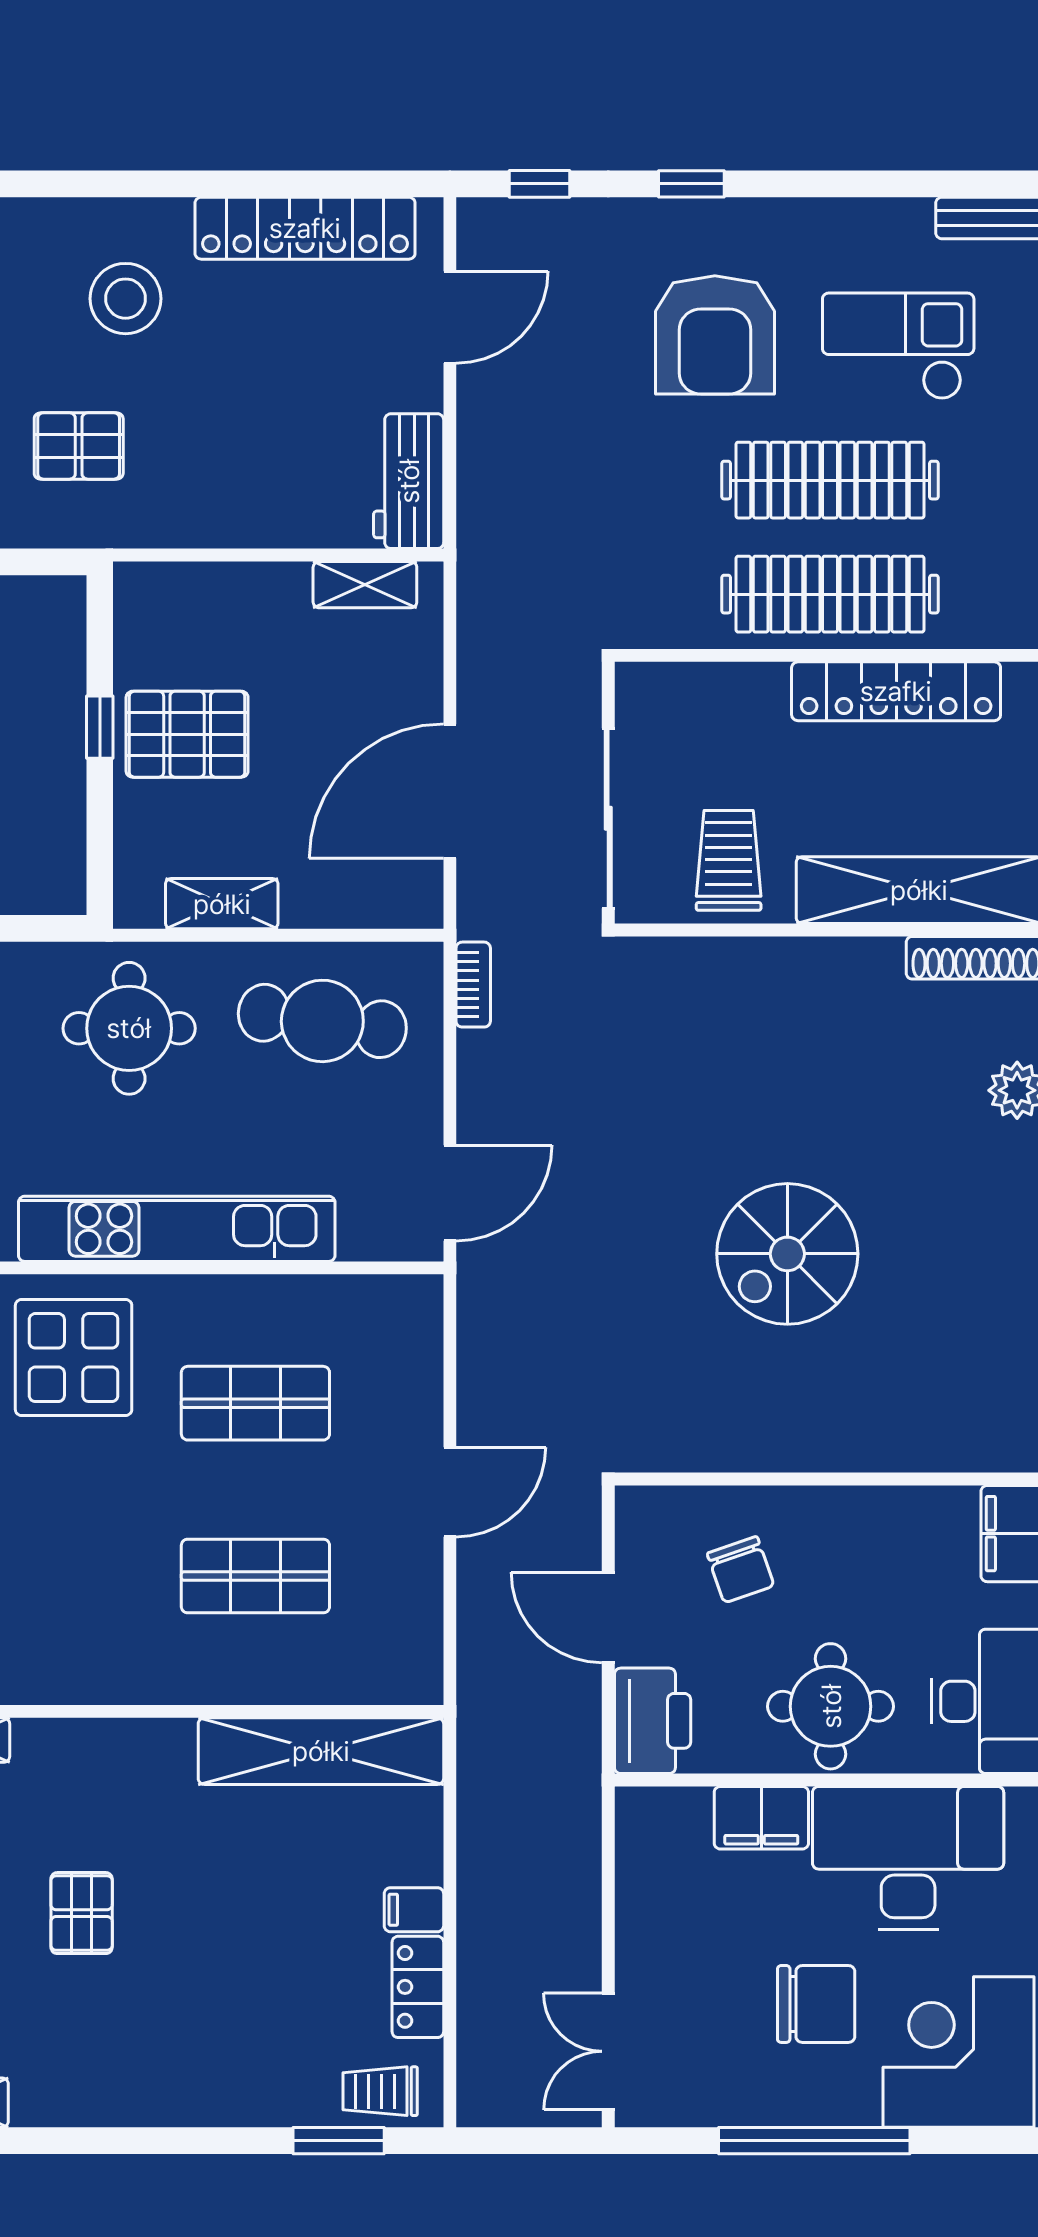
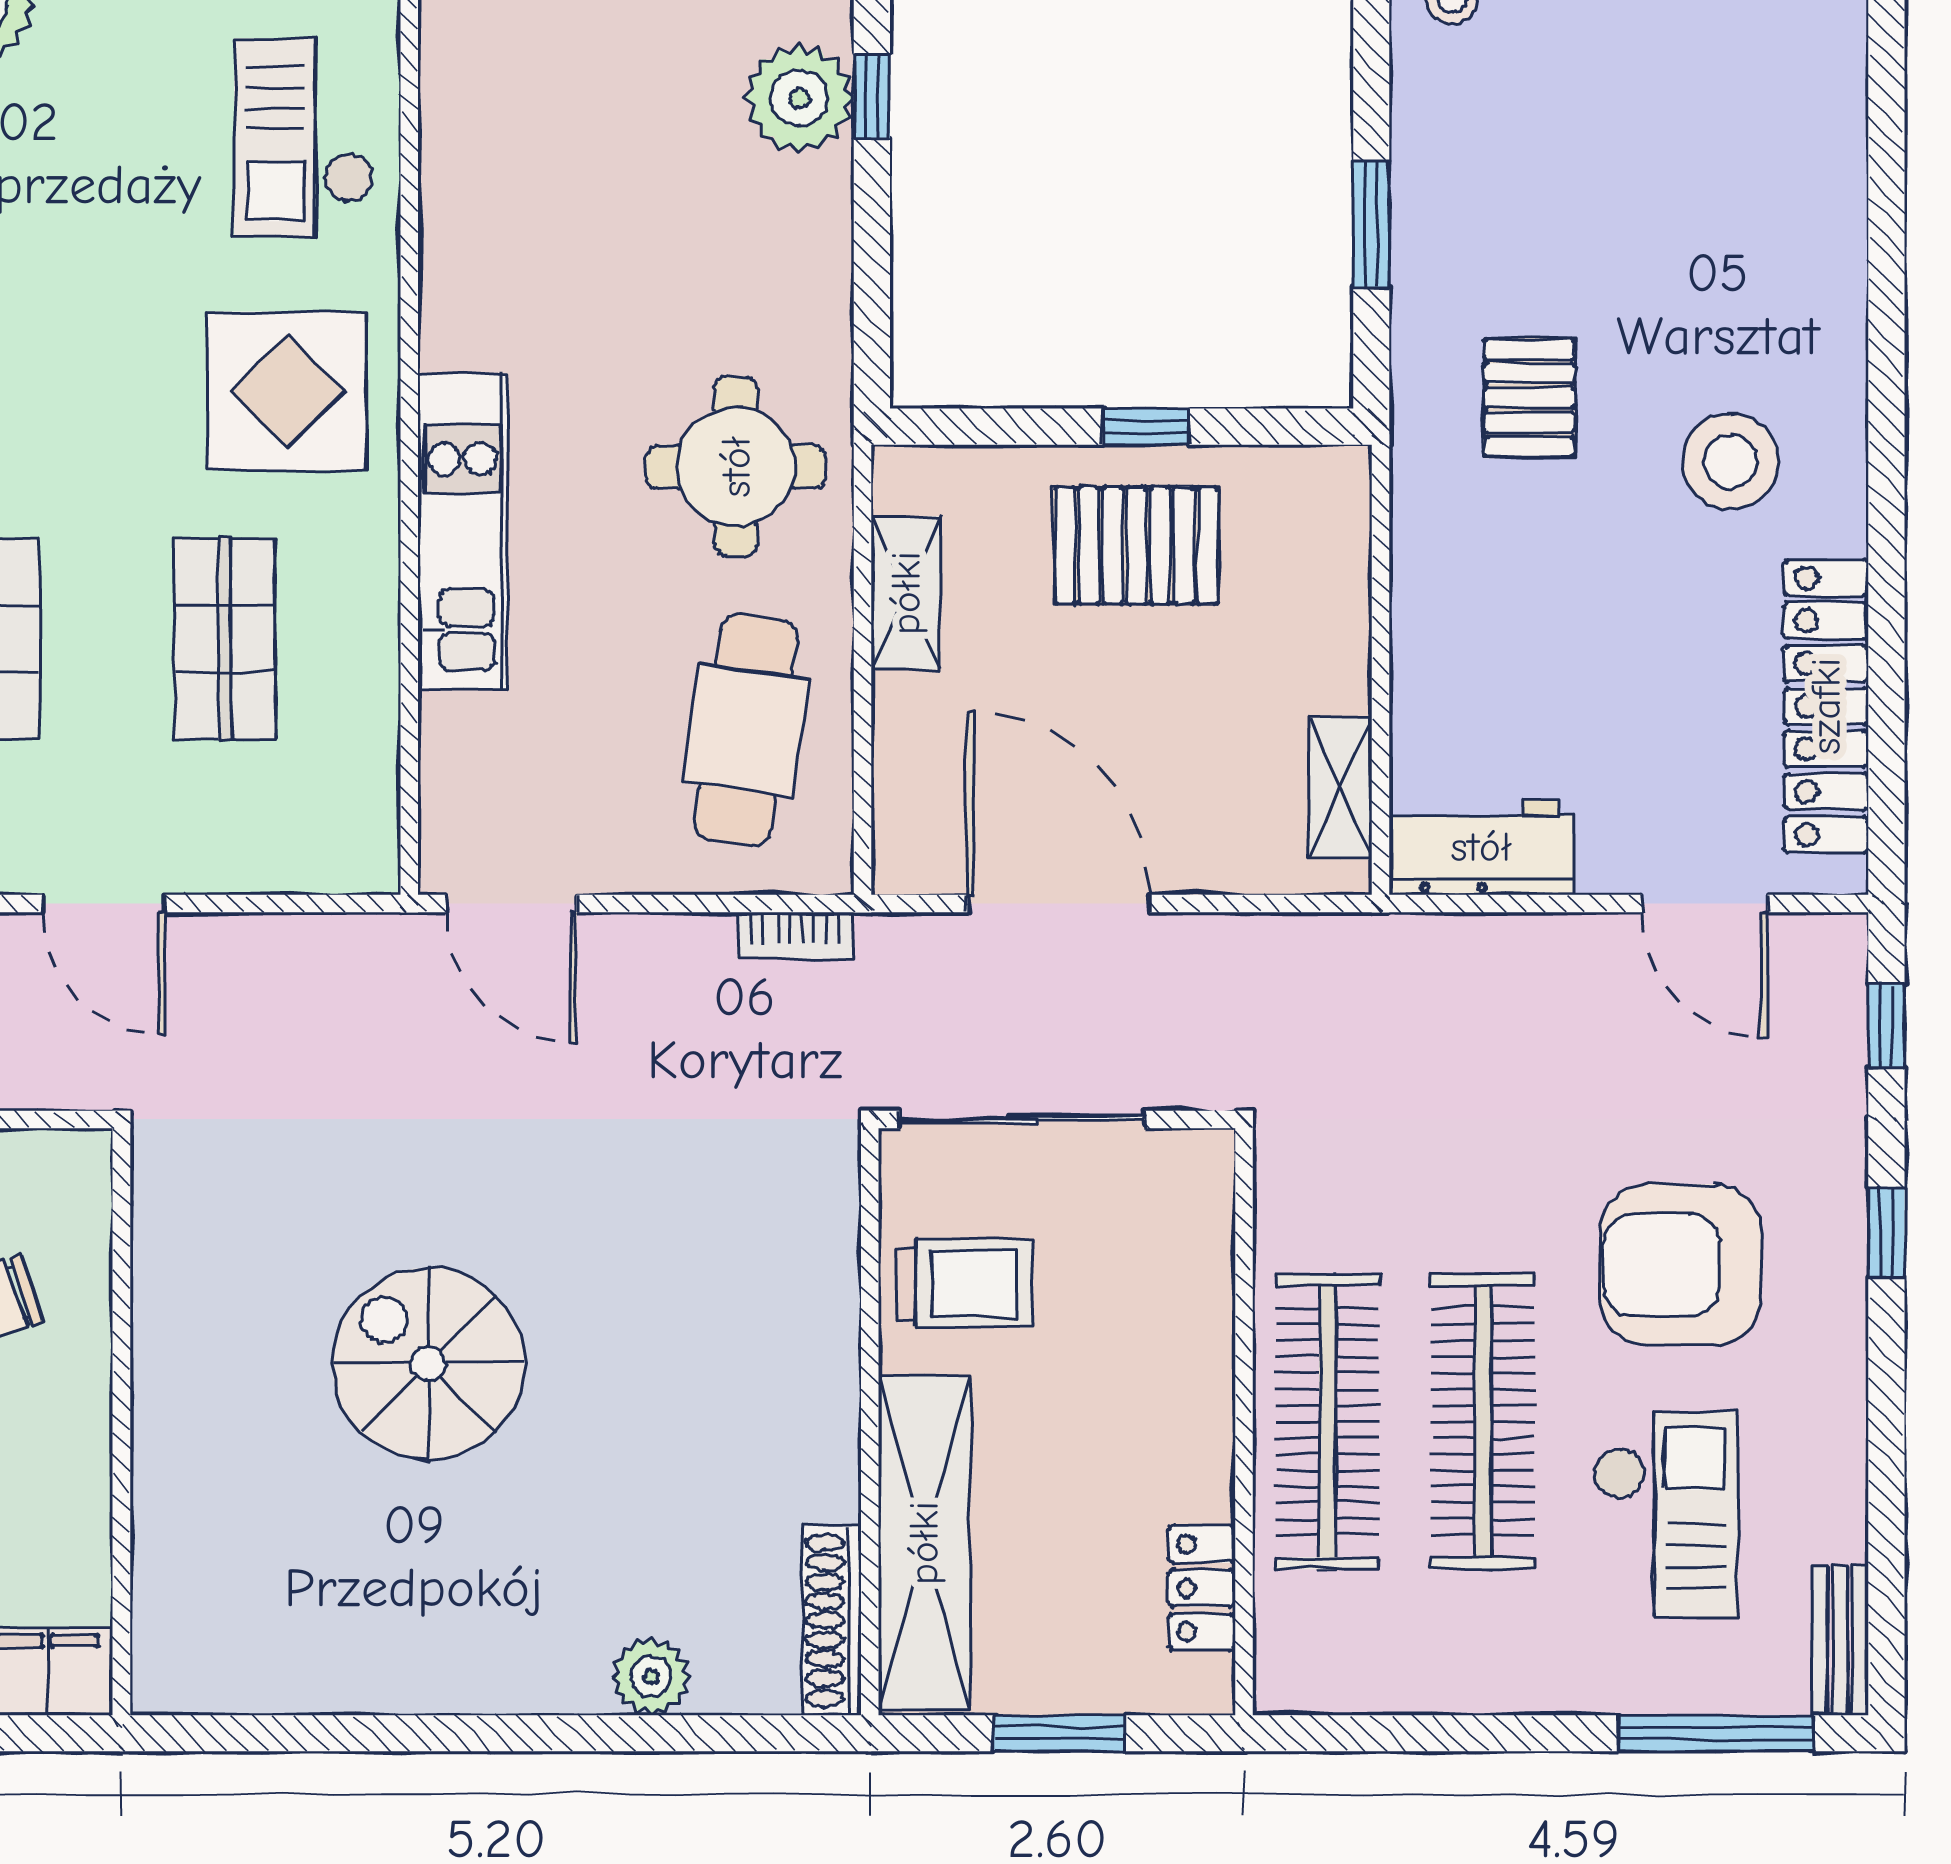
locker: (896, 691) -> (1202, 1588), width x0.46, depth x0.83
pallet: (187, 734) -> (1136, 545), turned 90
kitchen unit: (177, 1229) -> (462, 531), width x0.73

